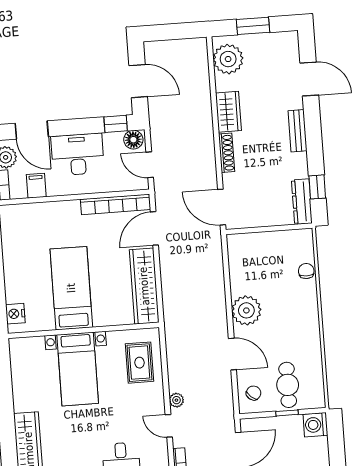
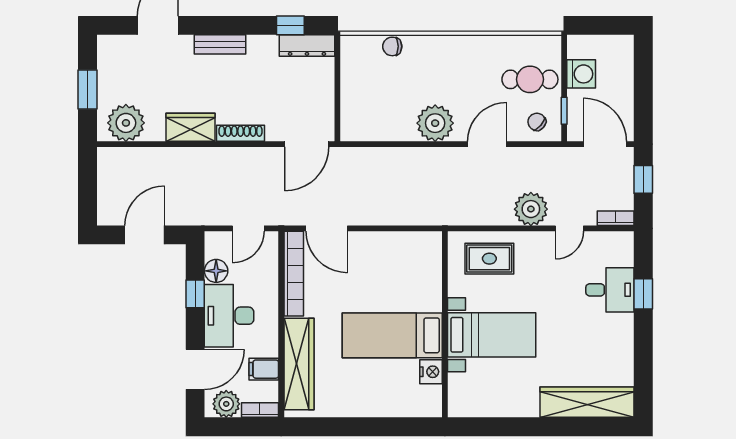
window: (116, 124) -> (195, 294), moved
floor lamp: (133, 140) -> (216, 271), moved
wardrobe: (144, 286) -> (299, 364), moved, turned -90
nightstand: (15, 314) -> (431, 372), moved, turned -90
plant: (176, 400) -> (531, 209), width x1.88, depth x1.88
window: (287, 413) -> (564, 111), moved
washing machine: (315, 425) -> (581, 74), moved, turned -90

